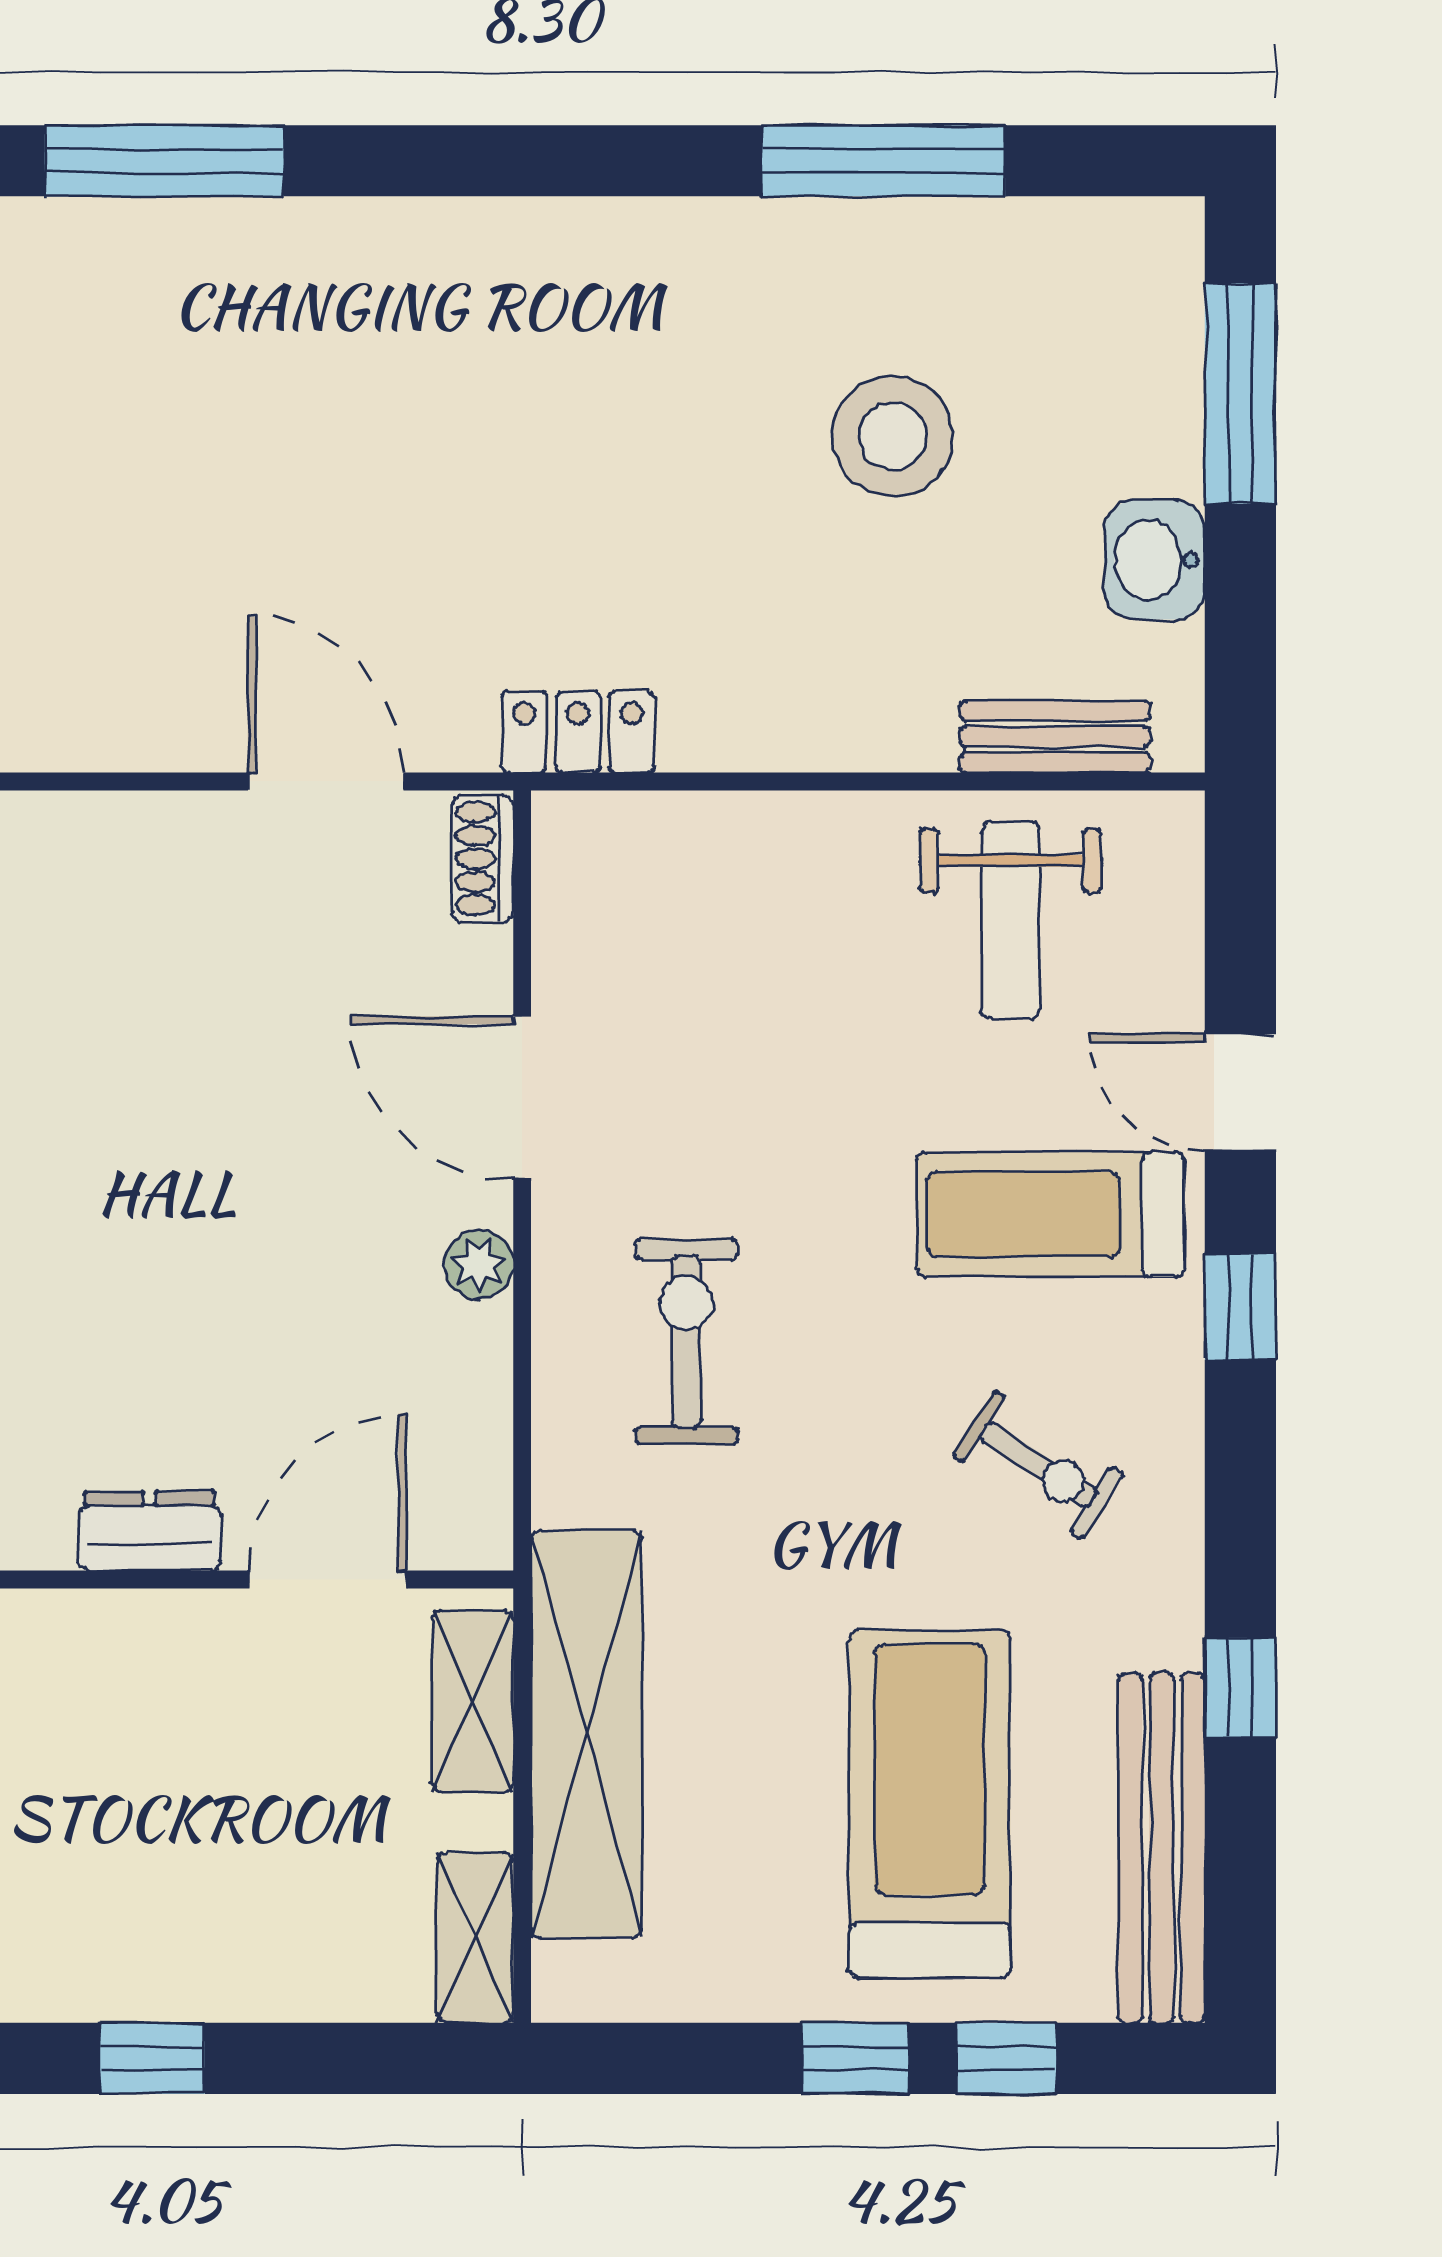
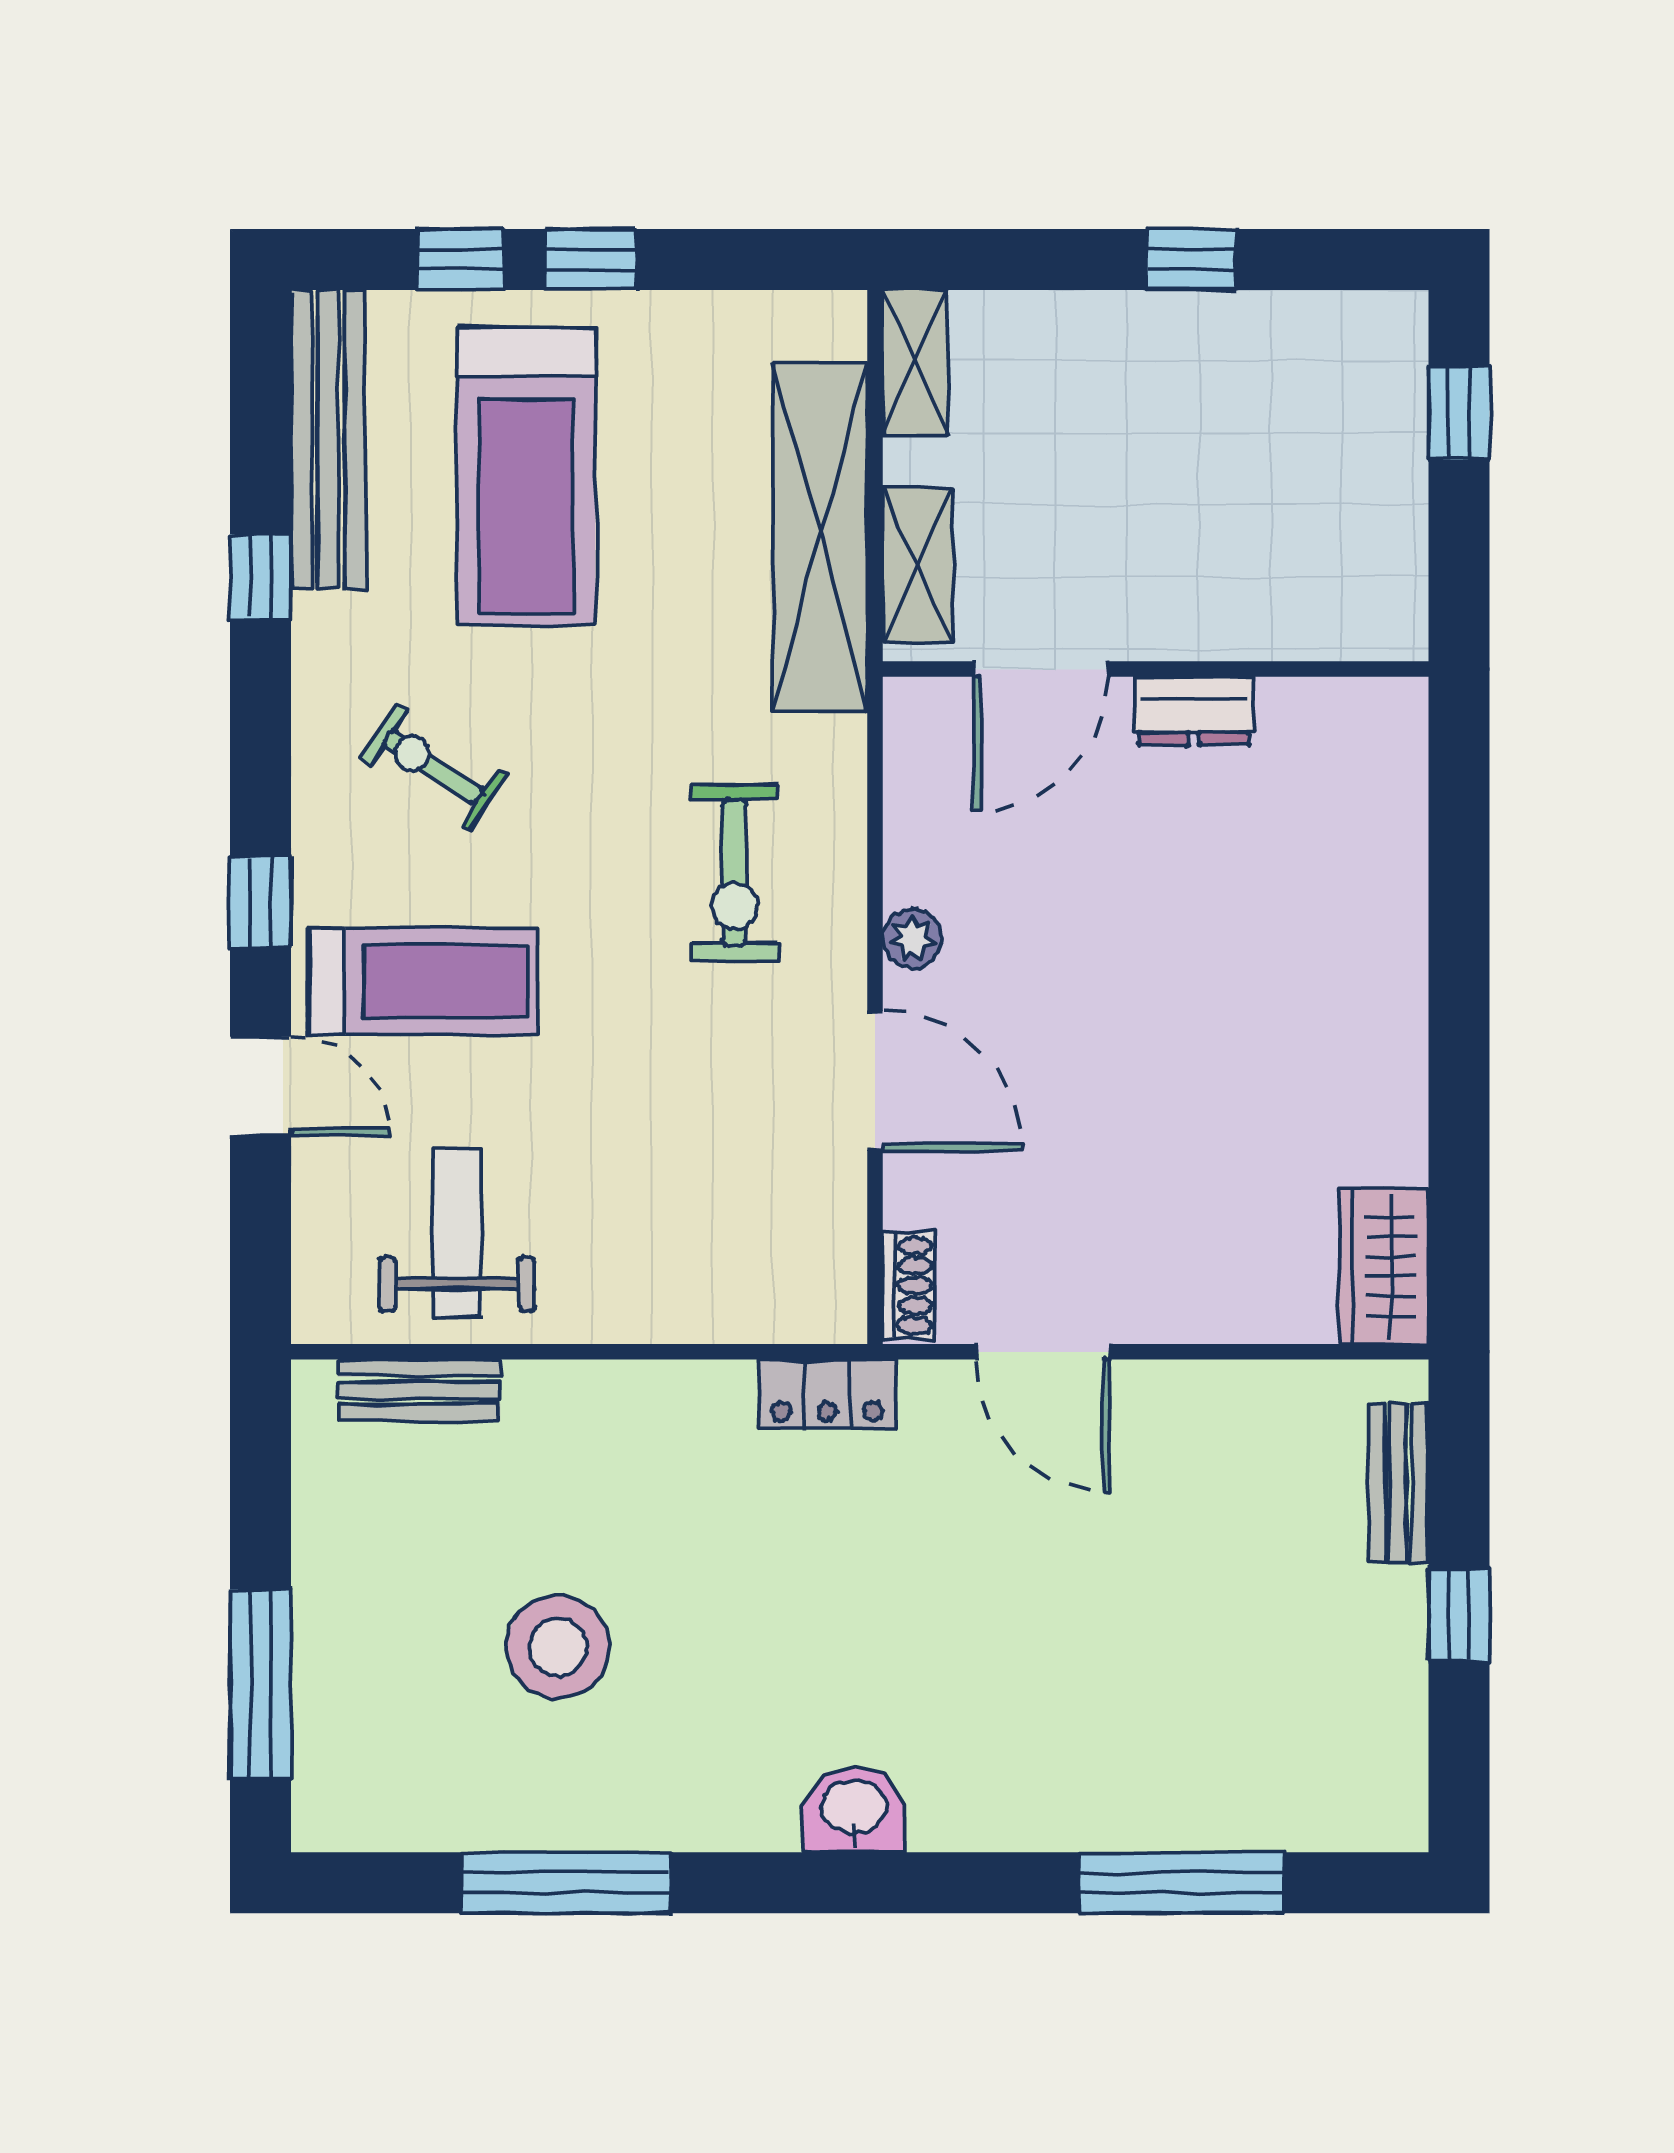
washbasin: (1155, 560) -> (854, 1809), moved, turned -90

